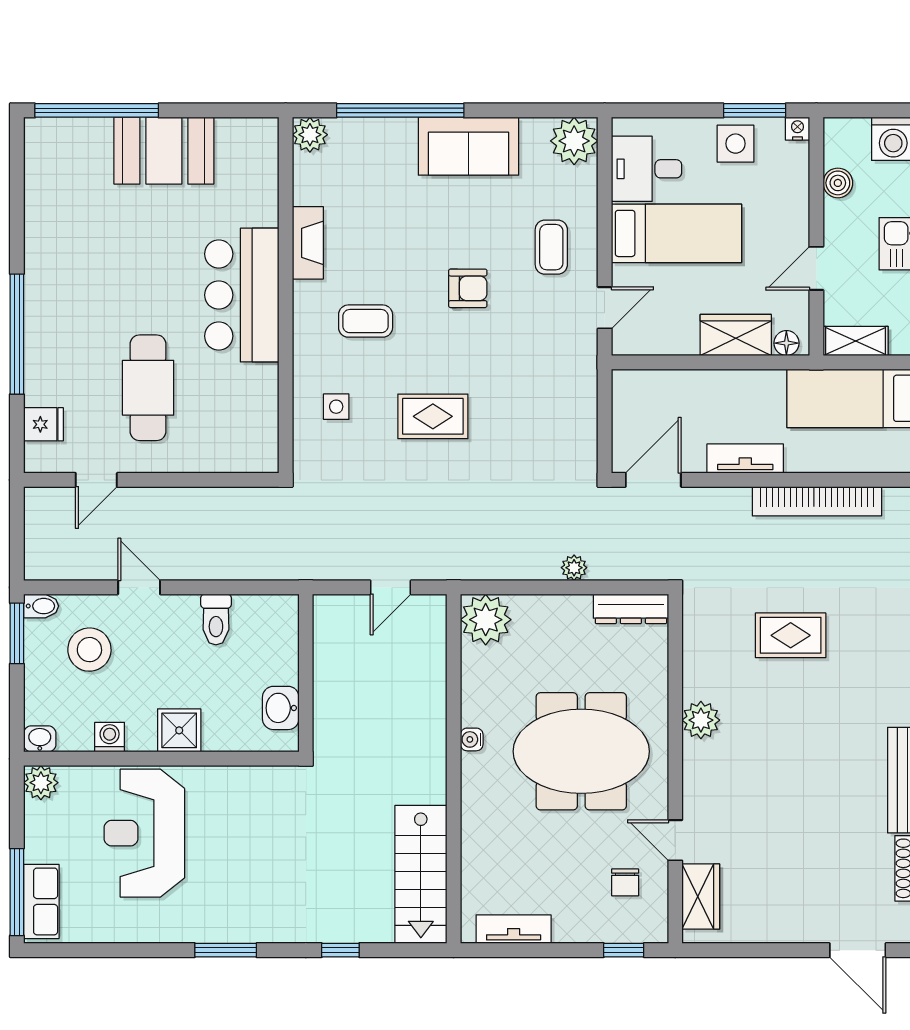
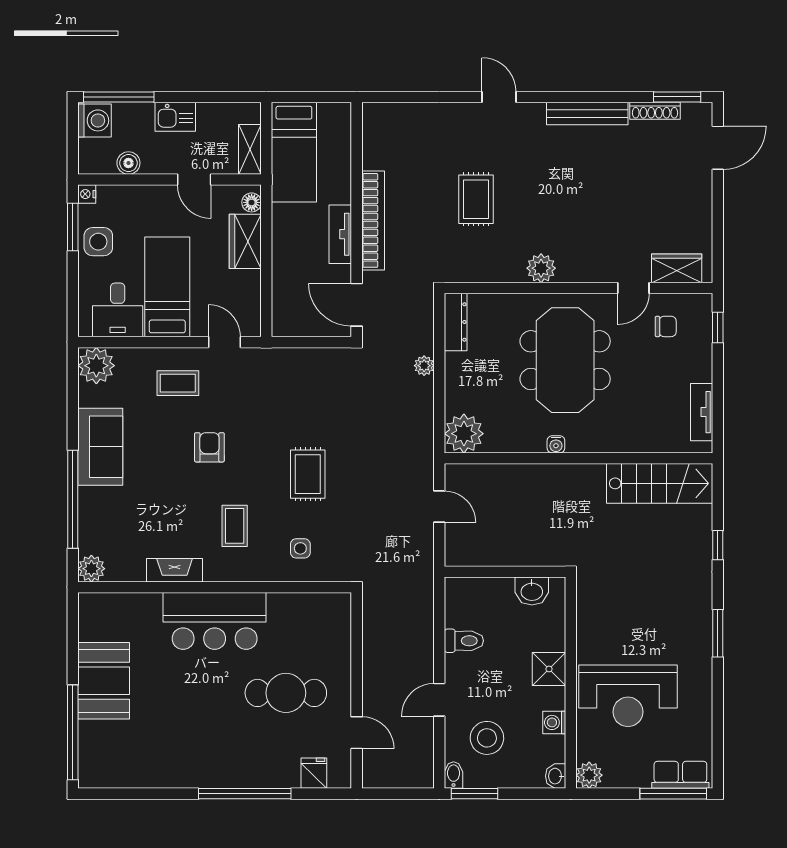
bookcase: (817, 501) -> (373, 220), moved

